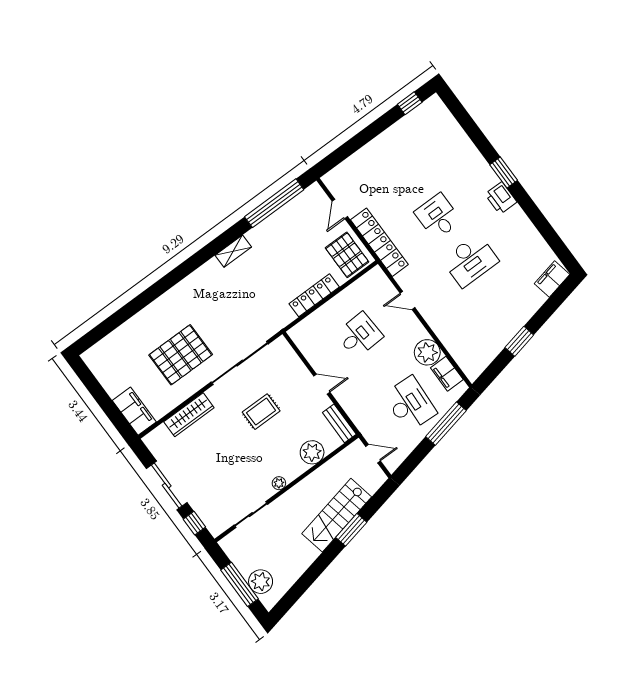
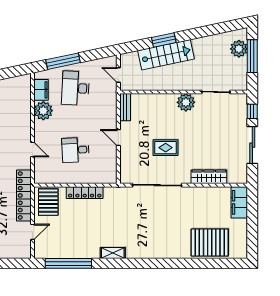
pallet: (181, 355) -> (210, 243), moved
plant: (312, 452) -> (153, 102), removed
plant: (279, 483) -> (186, 102), width x1.88, depth x1.88

